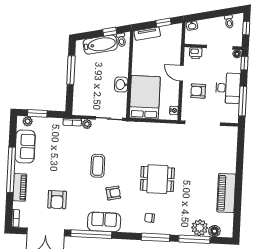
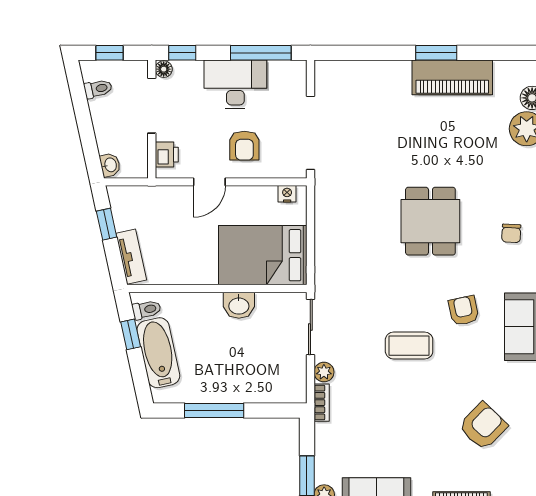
window: (238, 186) -> (436, 53), added
armchair: (57, 200) -> (483, 426), turned -46

